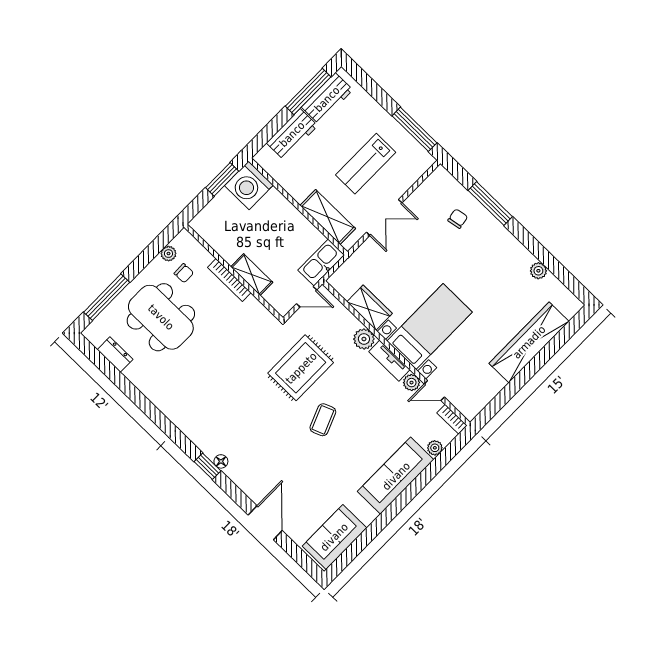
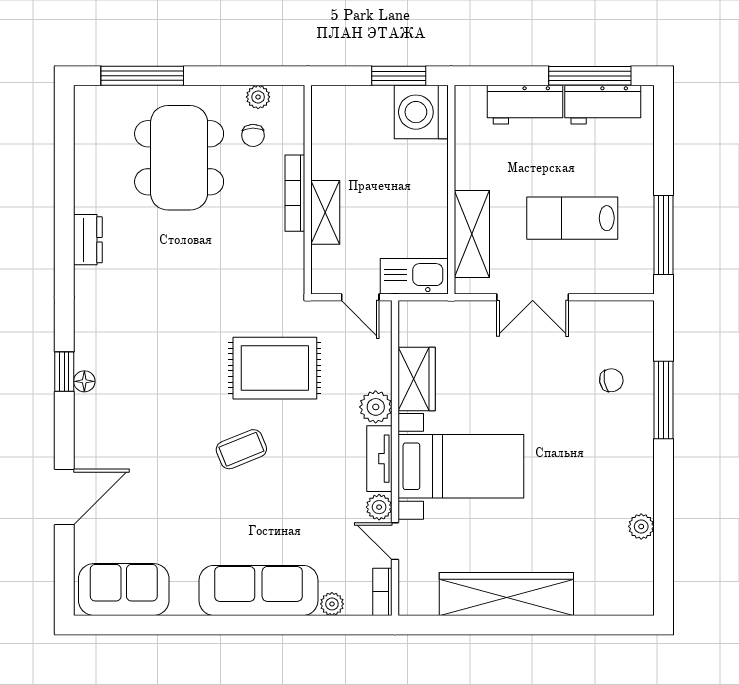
wardrobe: (529, 342) -> (506, 594), moved
dresser: (115, 354) -> (88, 240), moved

